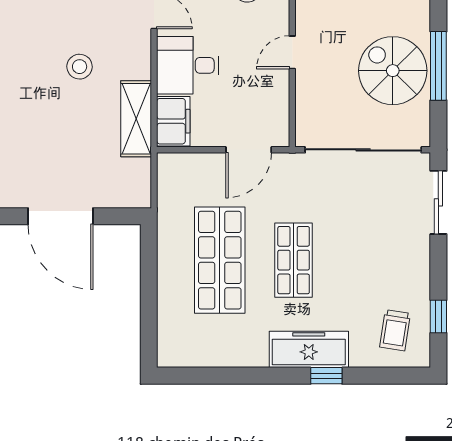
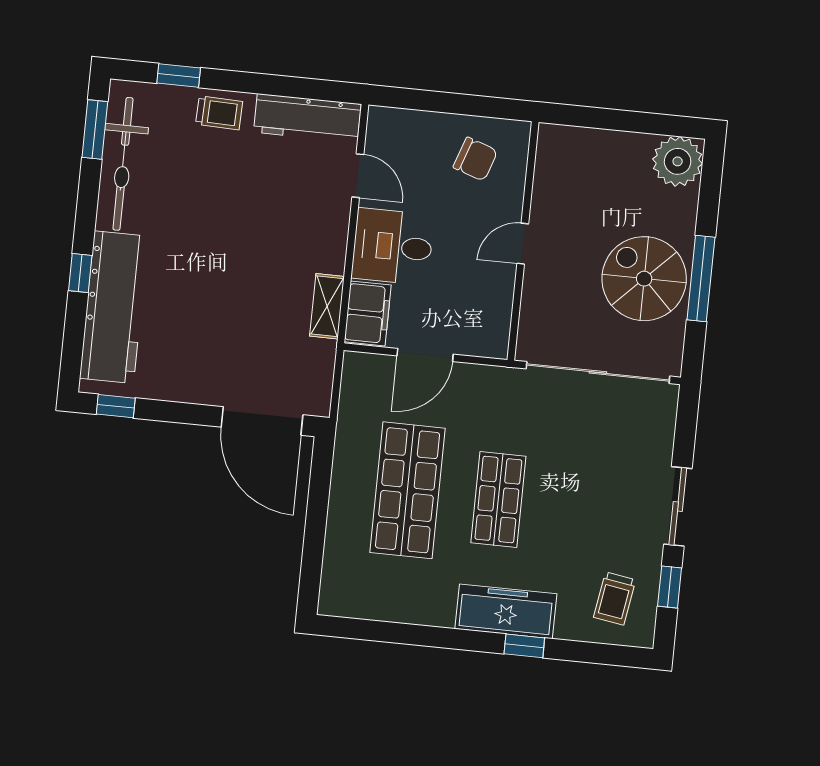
stool: (80, 67) -> (259, 235), removed
shelving: (136, 119) -> (327, 306), width x0.67, depth x0.75
door: (249, 150) -> (425, 355), moved
sliding door: (438, 202) -> (678, 506), moved
door: (61, 216) -> (262, 421), moved

